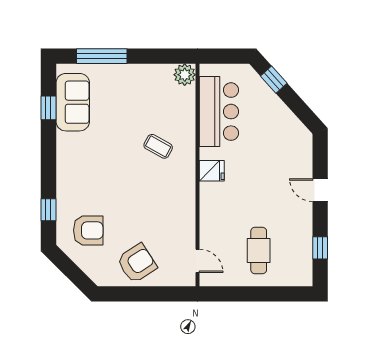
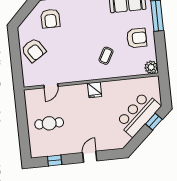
armchair: (135, 93) -> (137, 38), added
bar counter: (219, 112) -> (138, 114), moved, turned 138
door: (198, 261) -> (51, 86), moved

